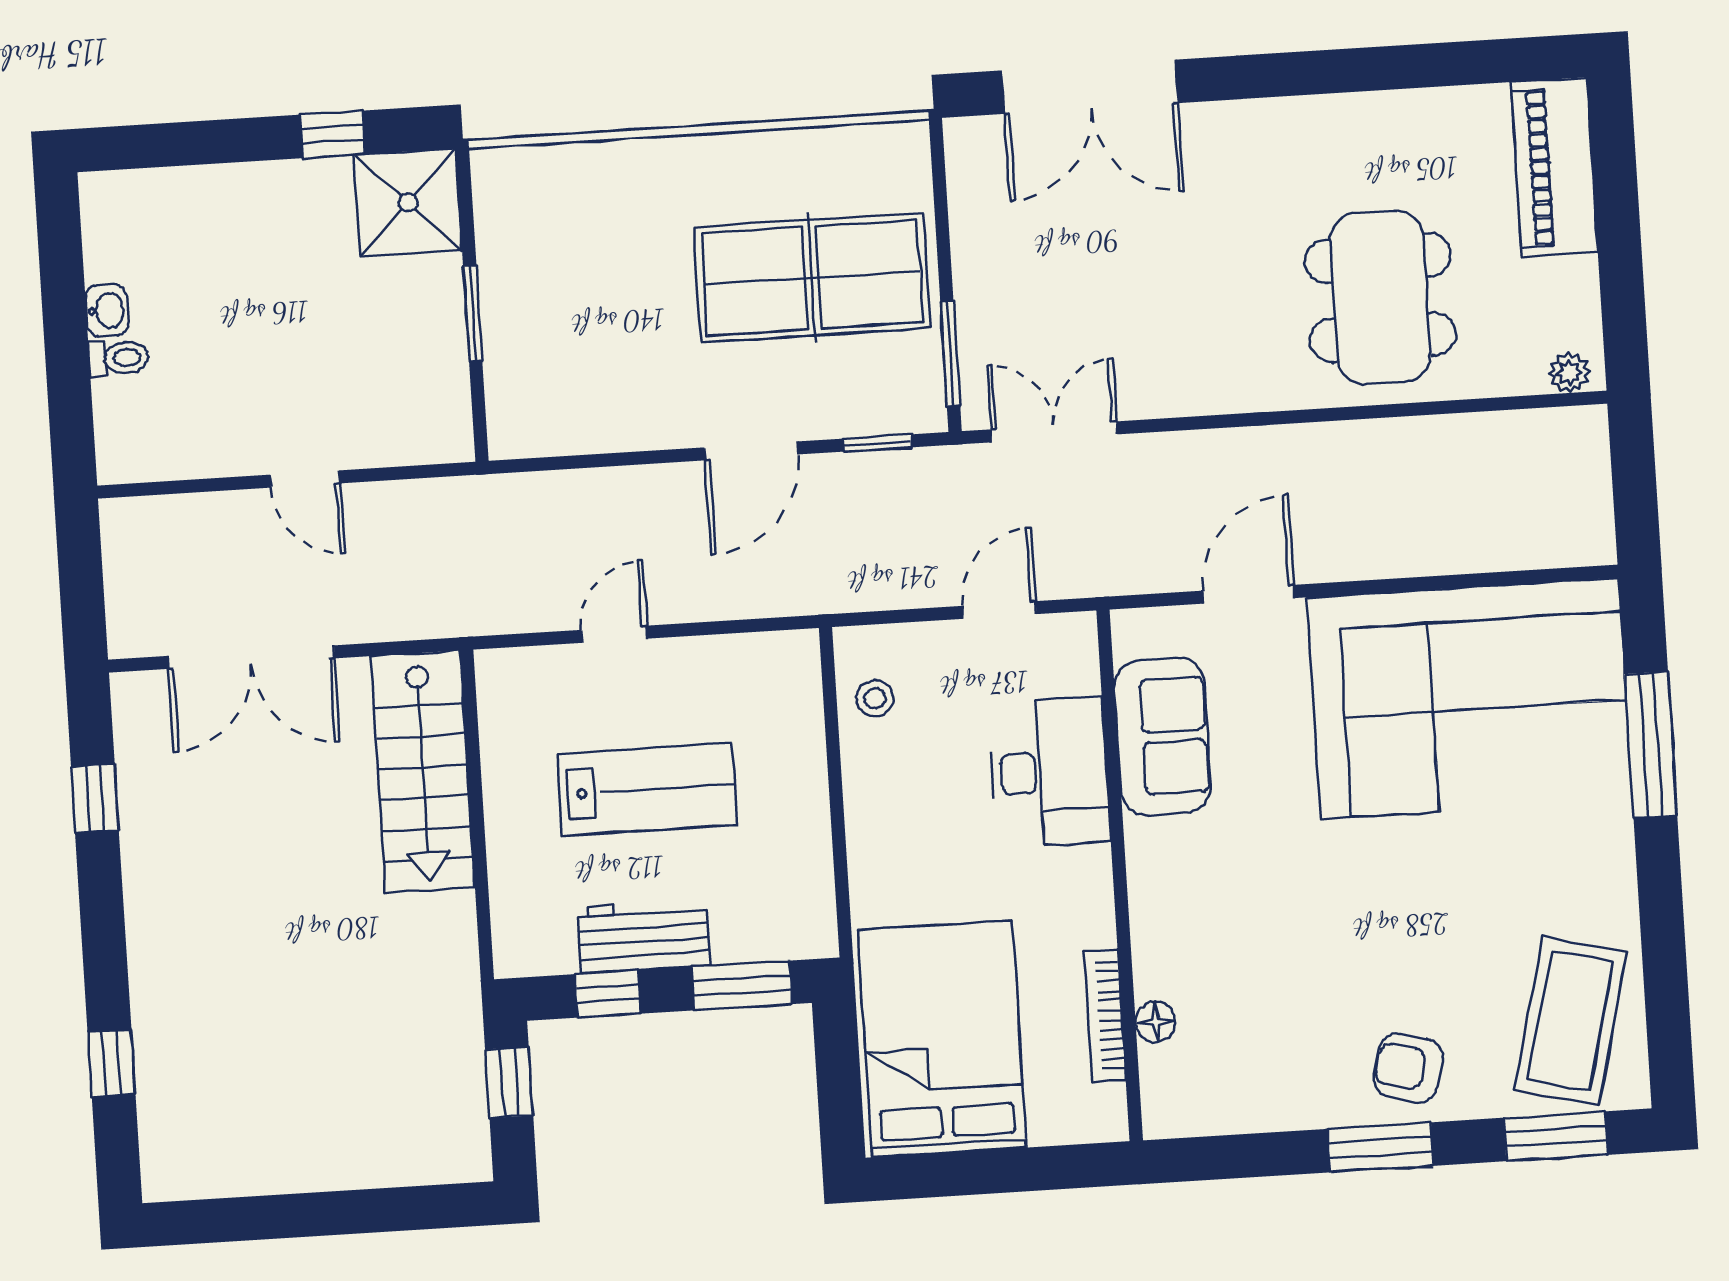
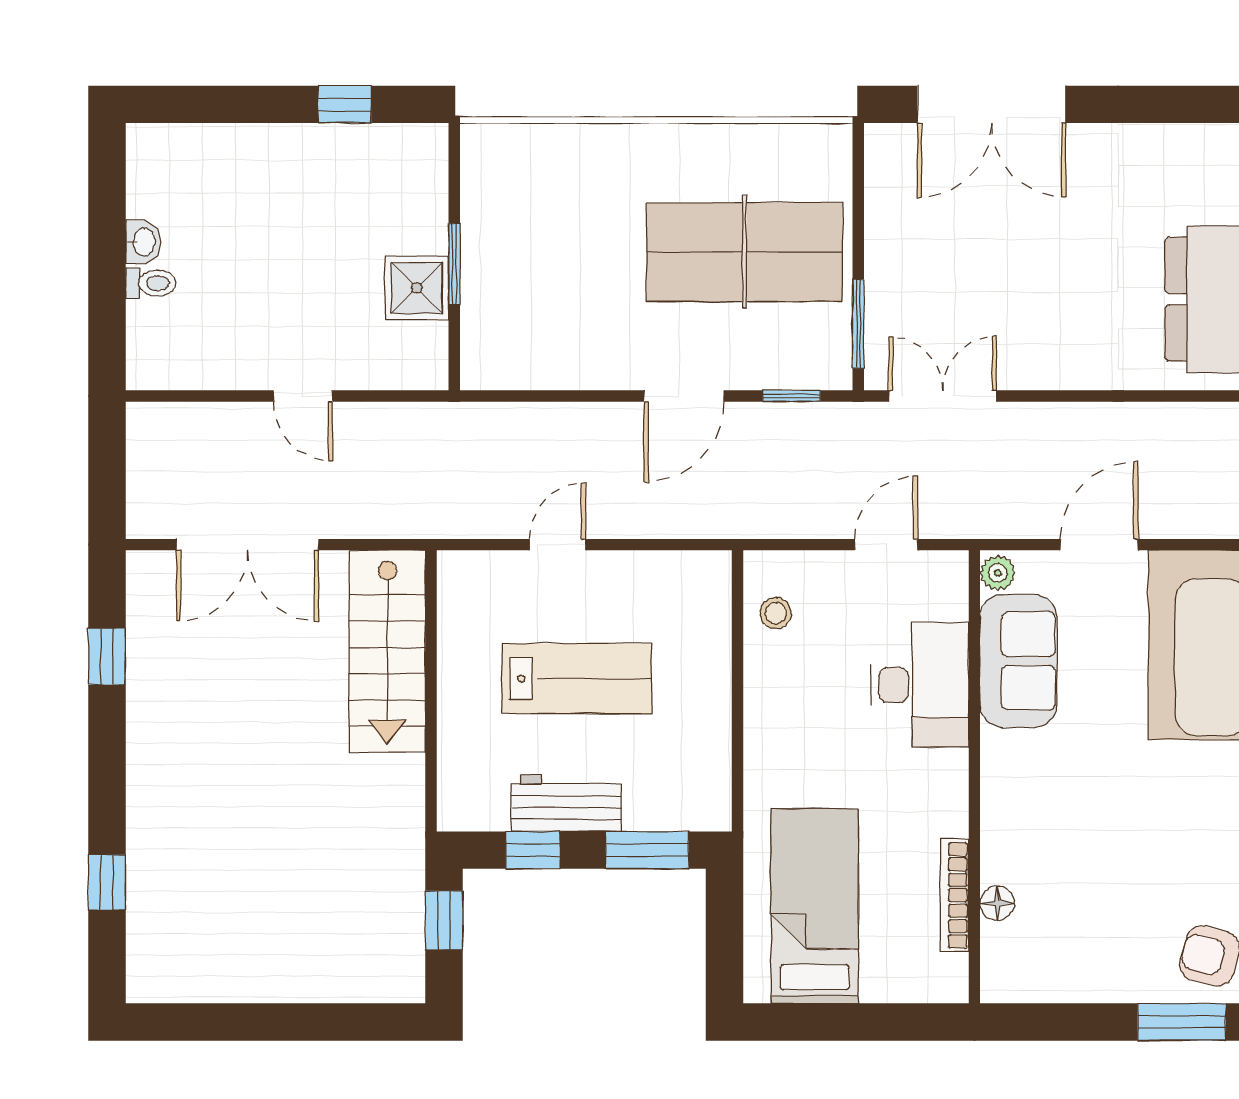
shower: (408, 203) -> (417, 288), moved, width x0.73, depth x0.73
plant: (1132, 635) -> (998, 573), added
bed: (942, 1039) -> (815, 906), width x0.67

